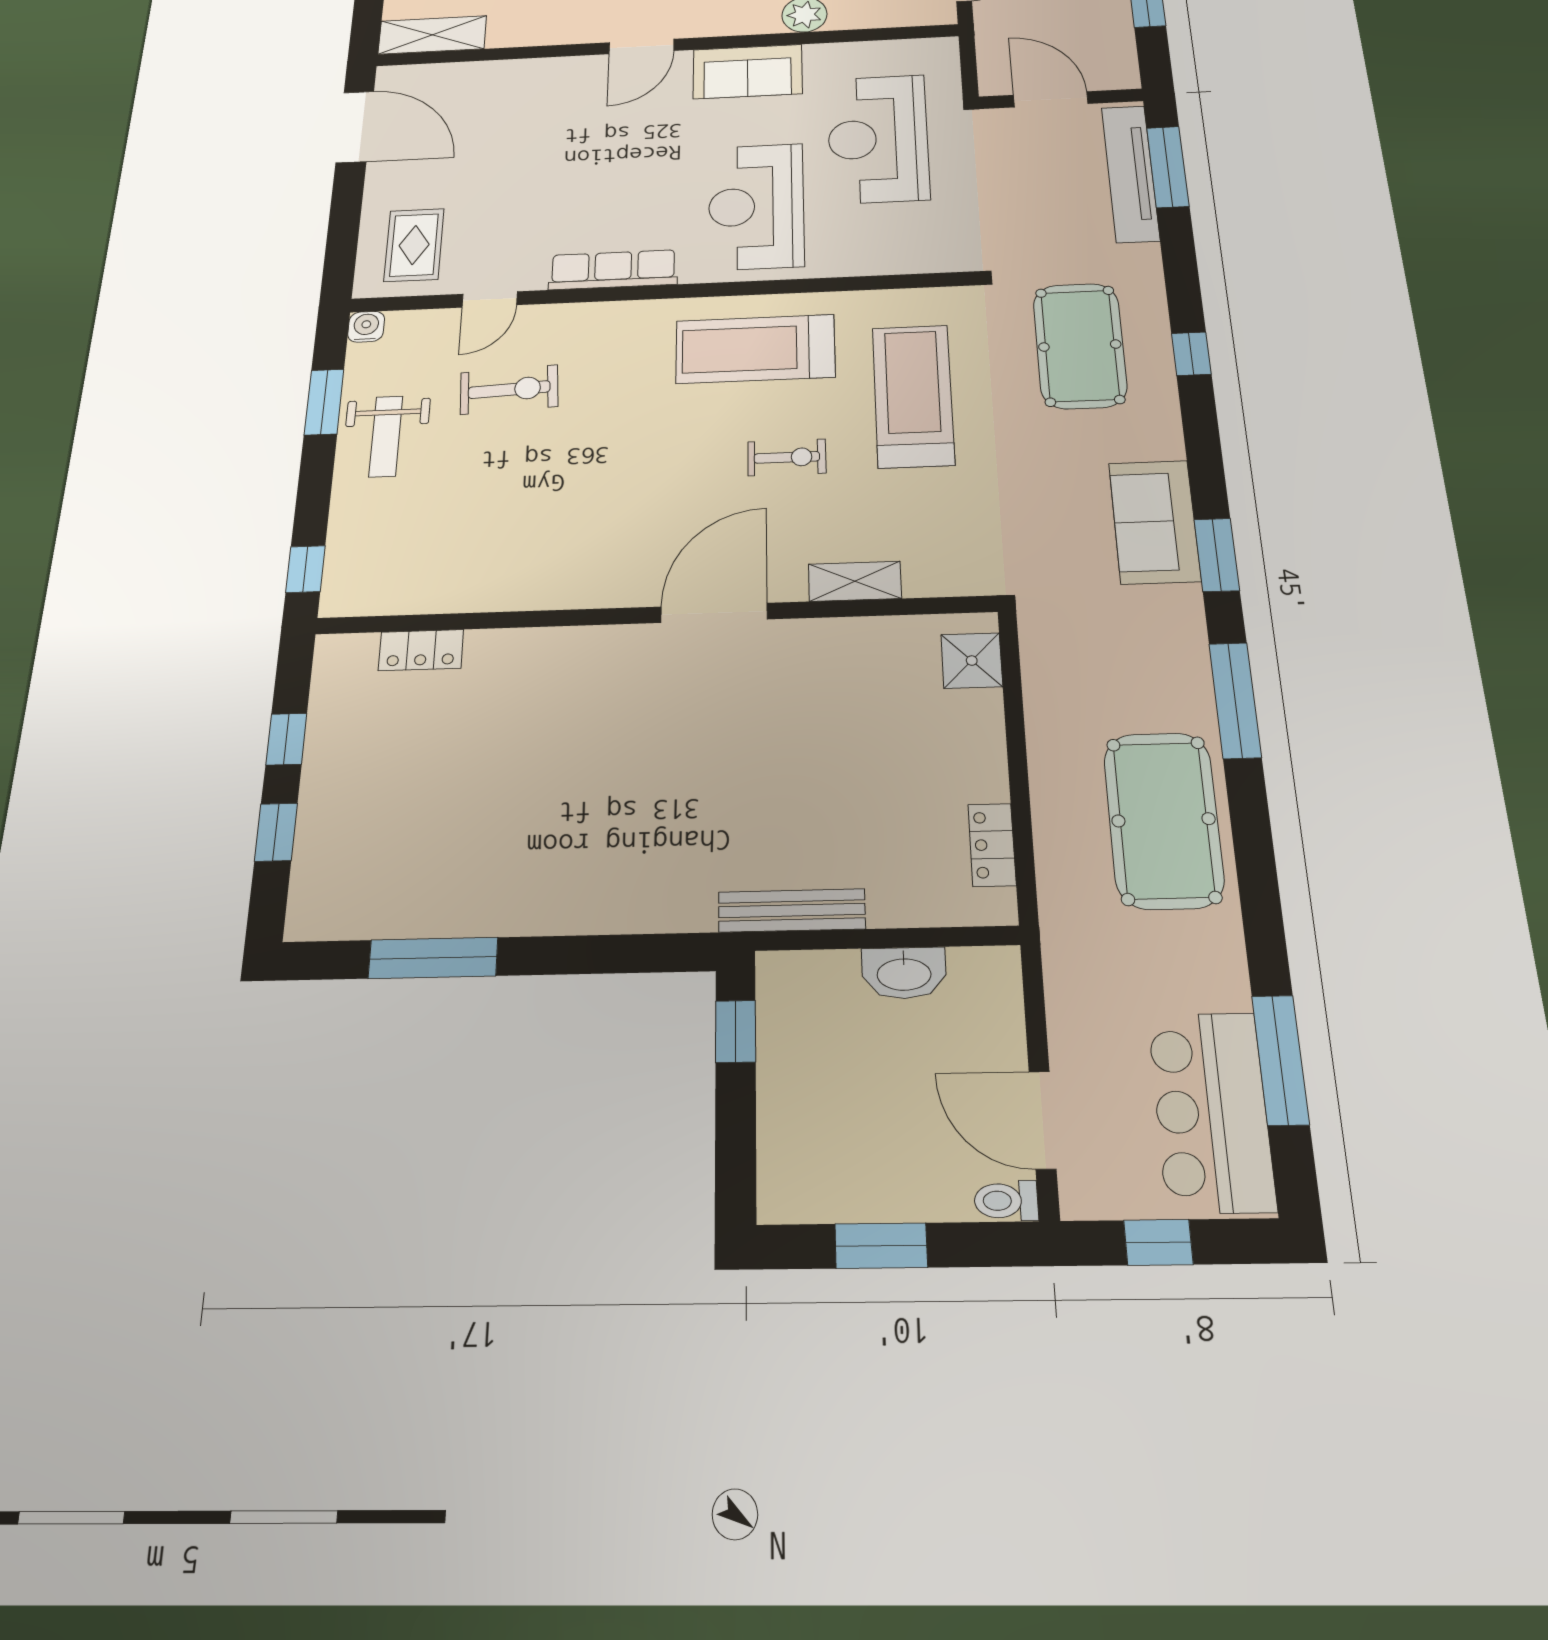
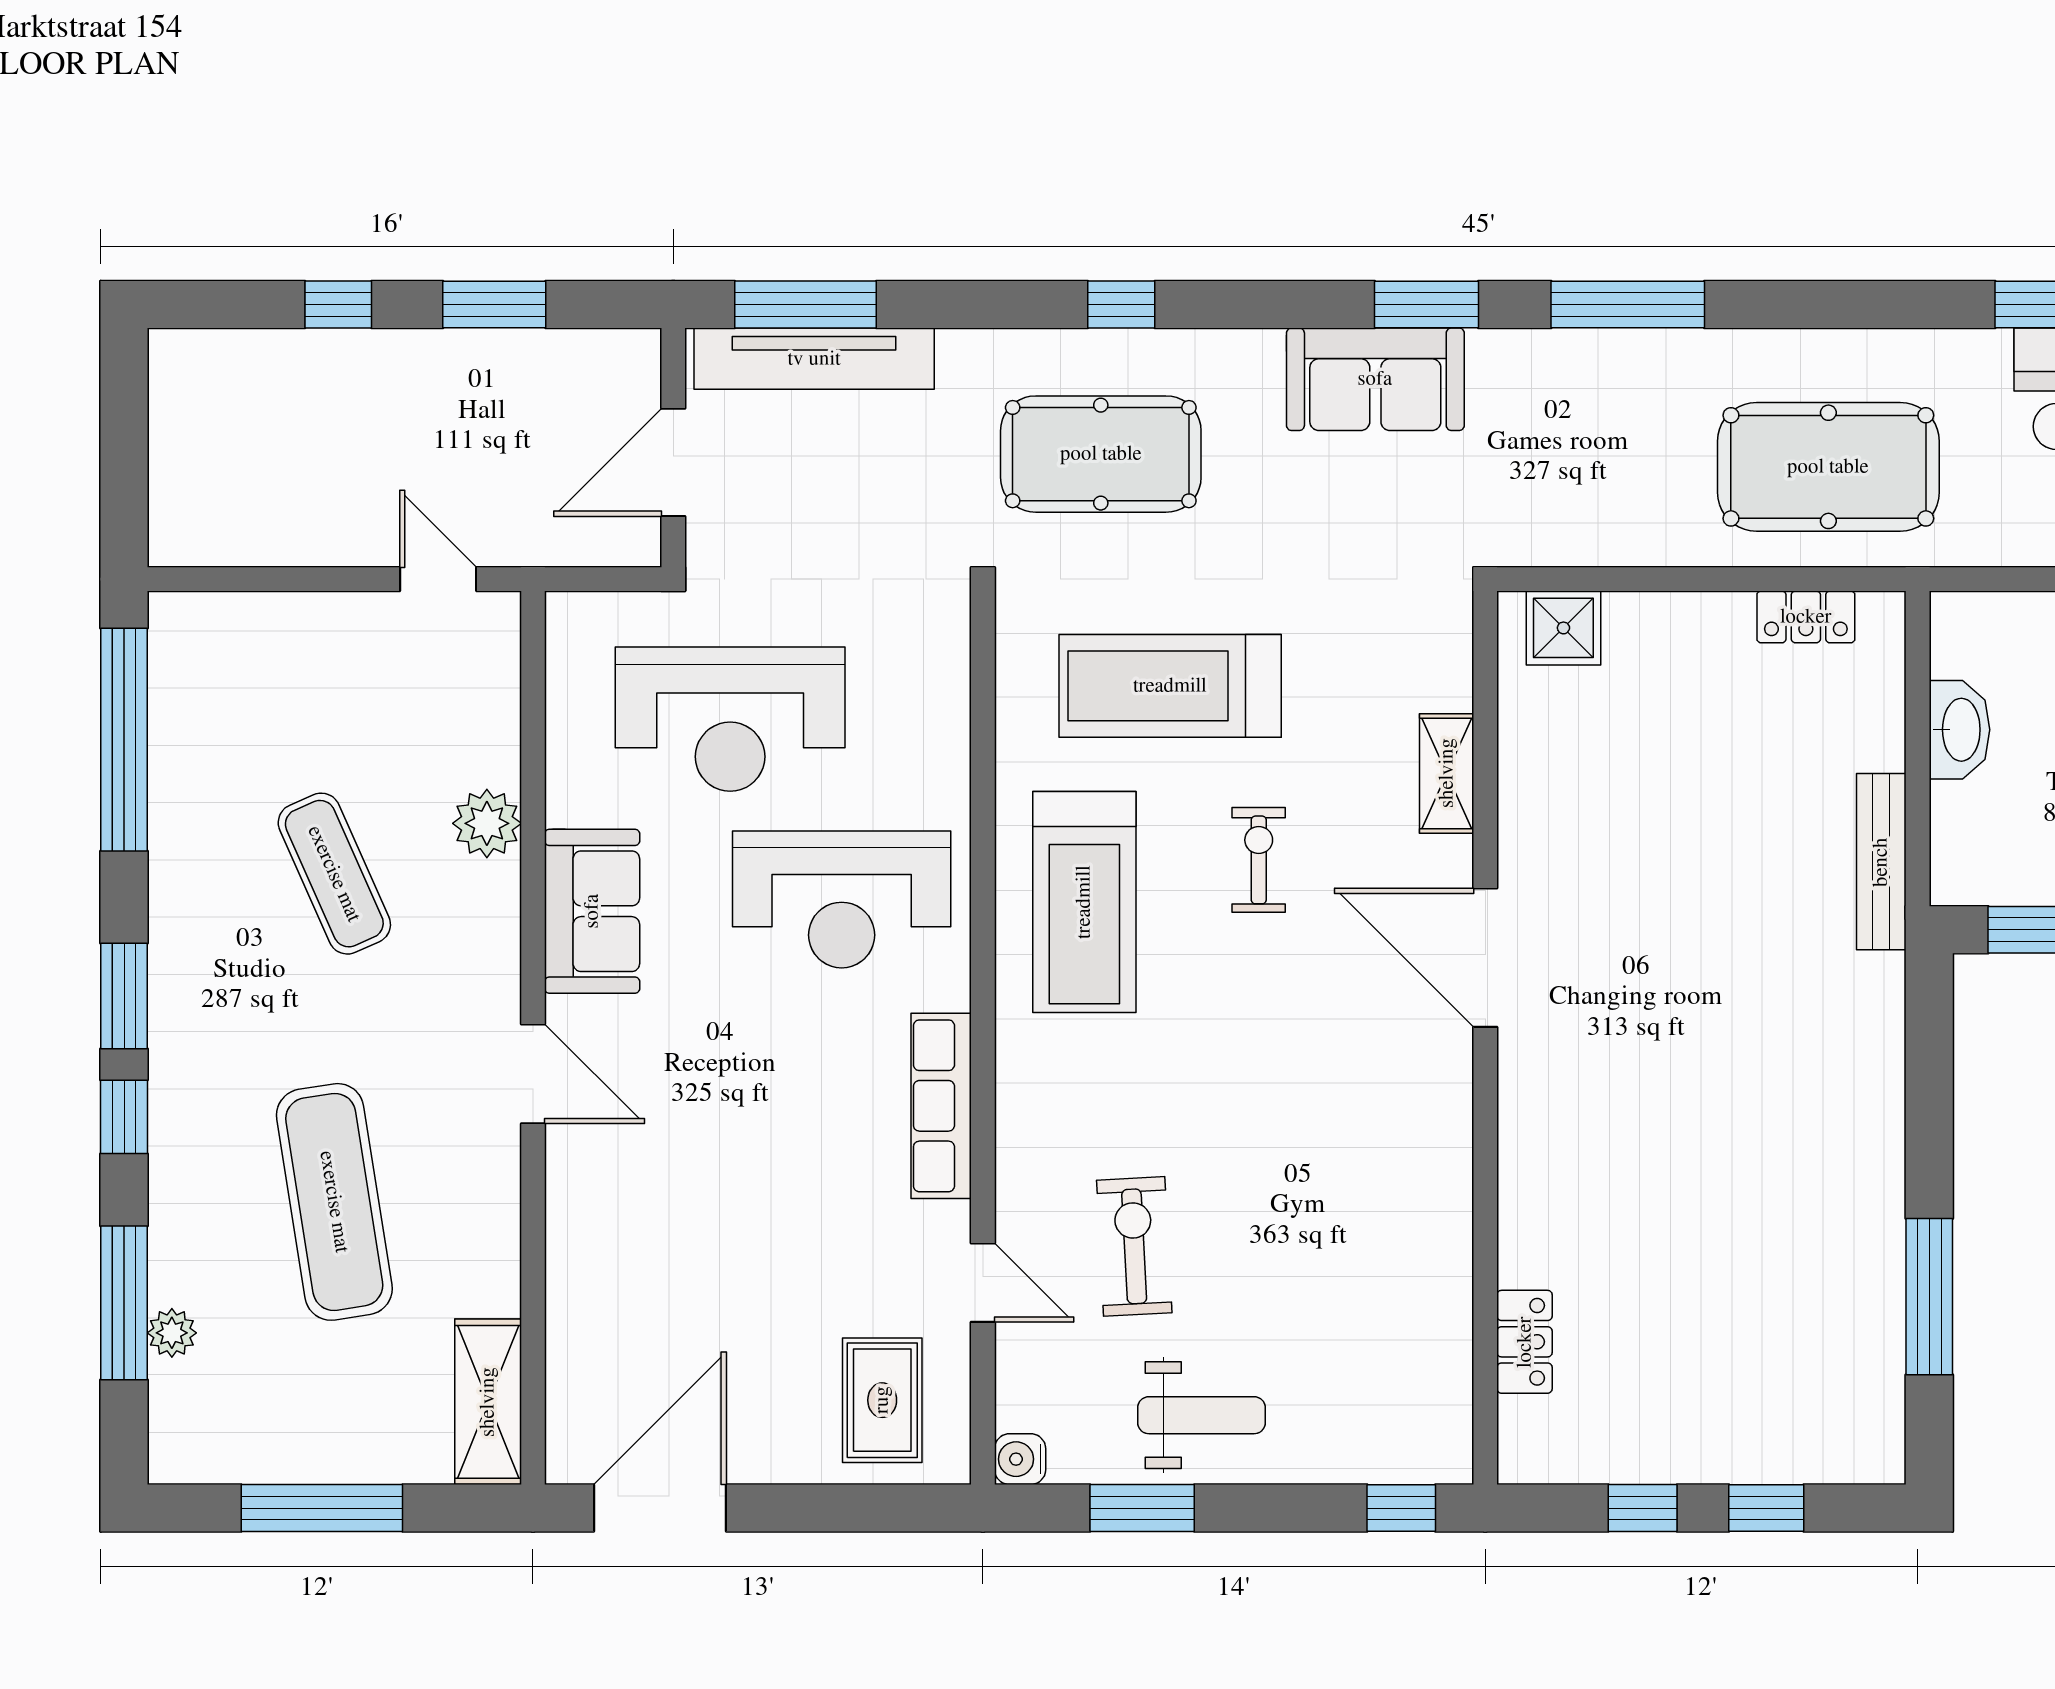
rug: (414, 245) -> (882, 1400), turned 90
pool table: (1163, 820) -> (1828, 467), moved

